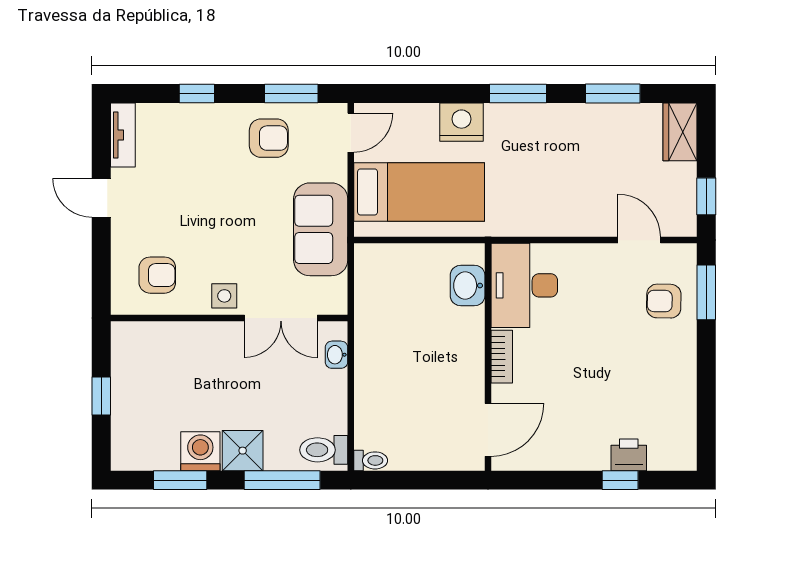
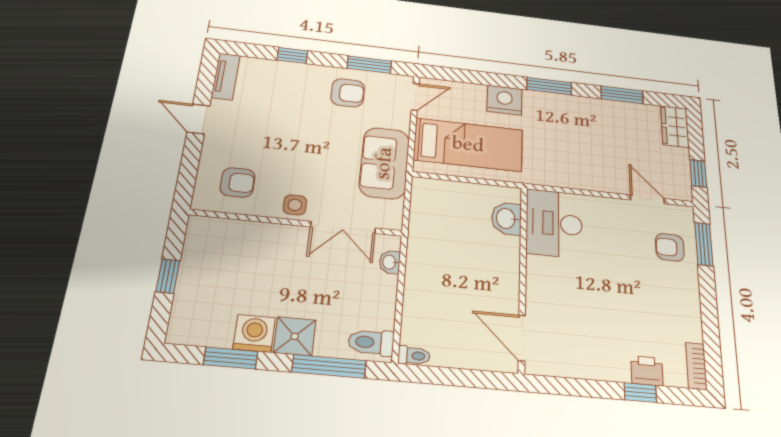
bookcase: (502, 357) -> (696, 366), moved, turned 180
door: (488, 430) -> (522, 338), swing flipped

